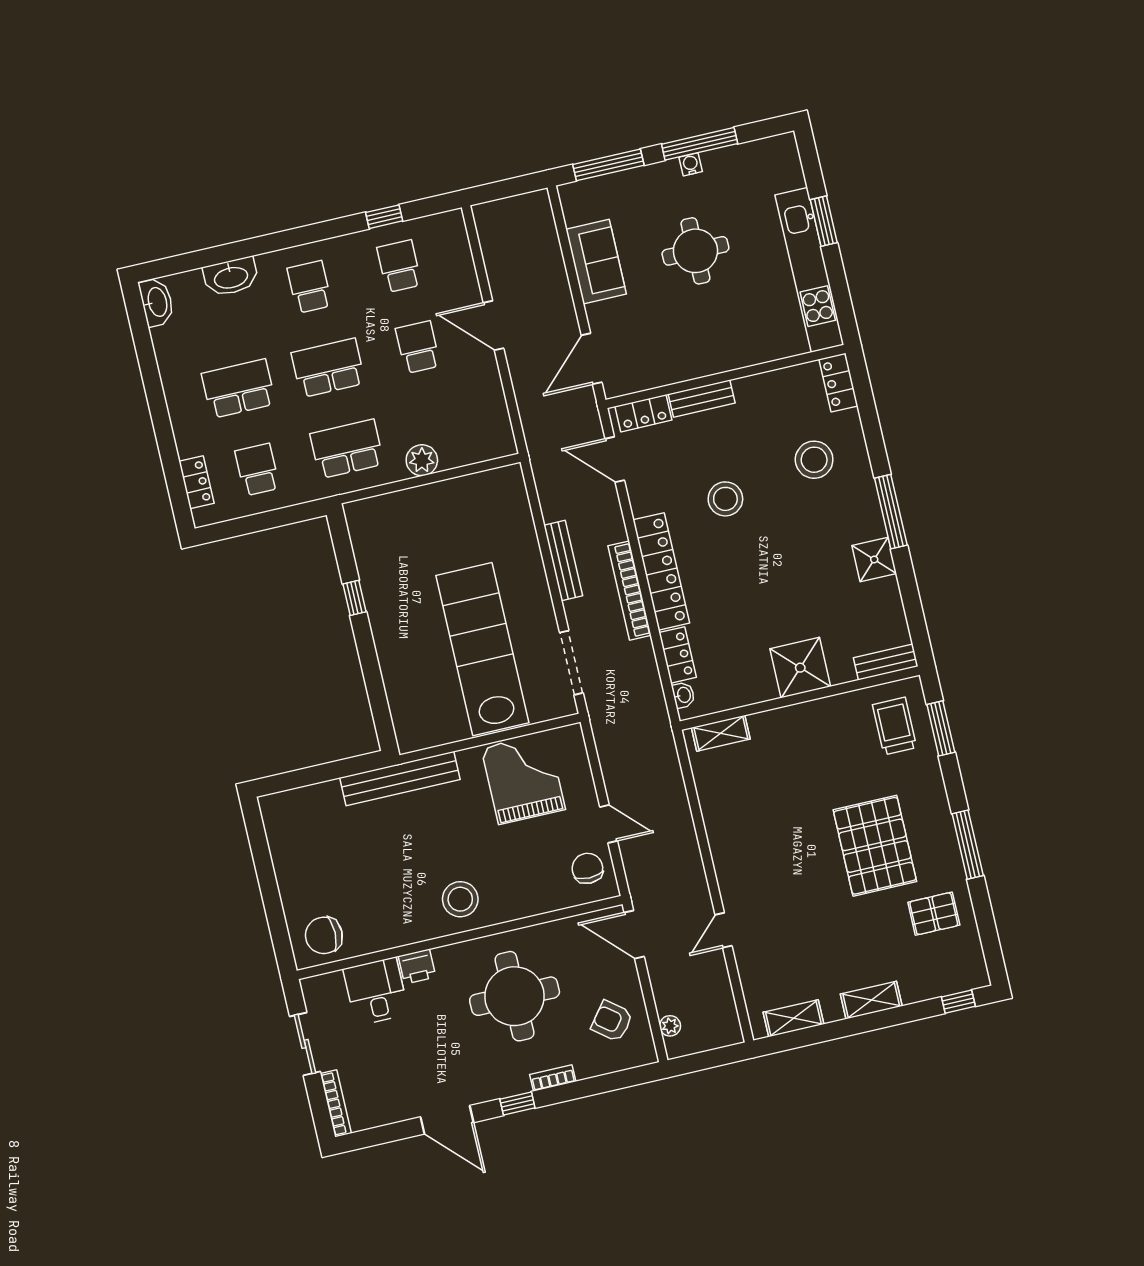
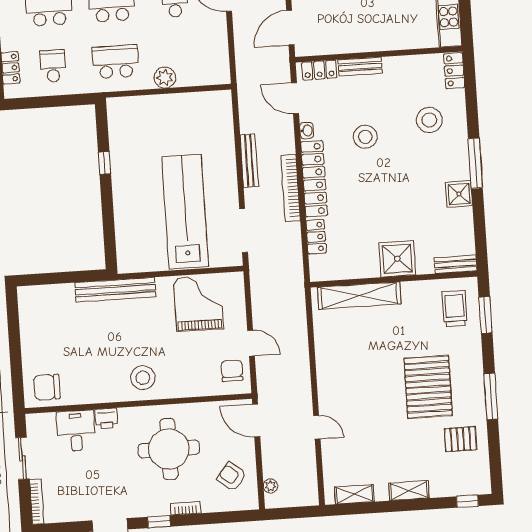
washbasin: (683, 695) -> (307, 131), moved
shelving: (721, 733) -> (359, 296), width x2.20, depth x1.33
door: (723, 930) -> (317, 427), swing flipped

